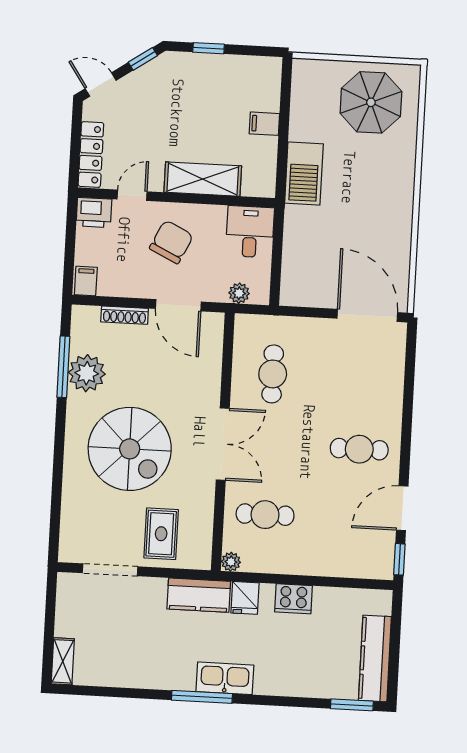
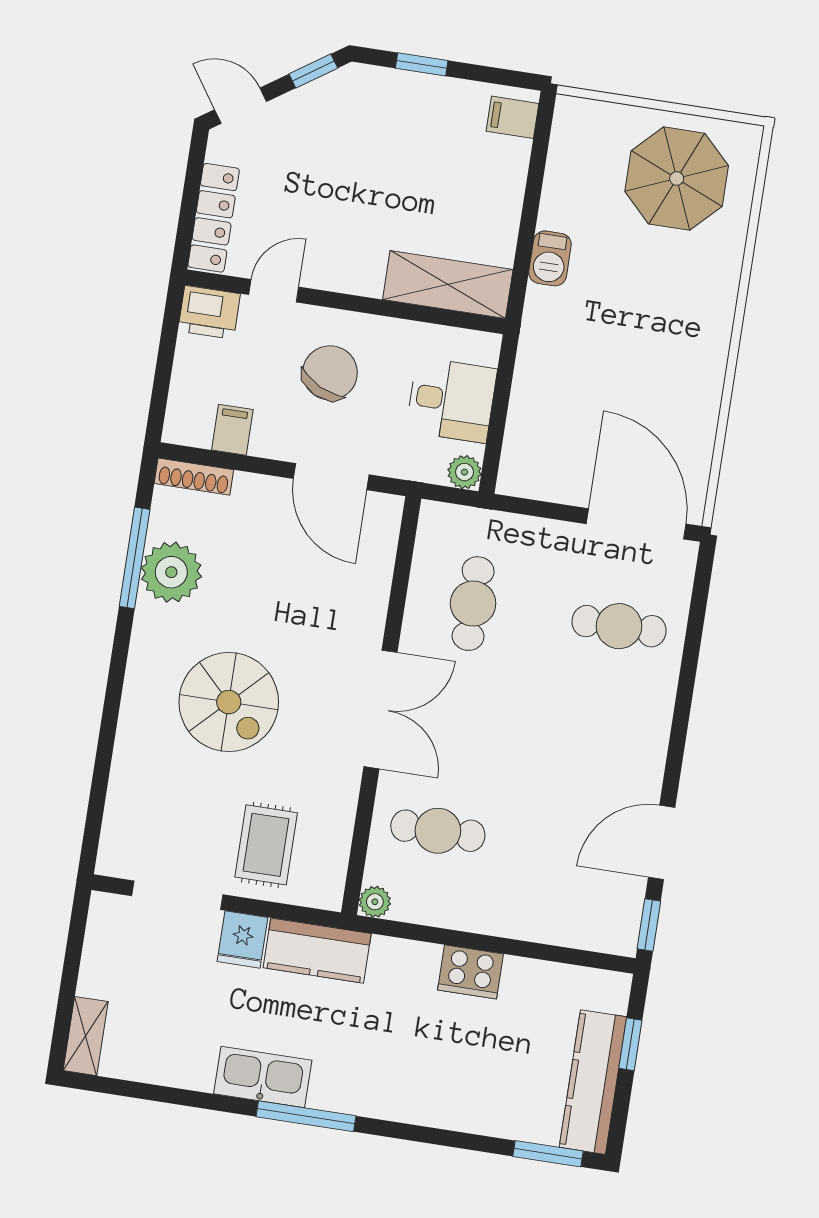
filing cabinet: (264, 124) -> (512, 117), moved
barbecue: (304, 174) -> (550, 258), width x0.53, depth x0.65
shelving: (203, 179) -> (448, 285), moved
desk: (250, 232) -> (451, 400), moved, turned 90
filing cabinet: (86, 281) -> (232, 430), moved
plant: (239, 293) -> (464, 472), moved
shoe rack: (125, 315) -> (194, 477), moved
spiral stairs: (130, 449) -> (229, 702), width x0.73, depth x0.73
cafe table: (359, 449) -> (619, 626), moved
fridge: (245, 598) -> (242, 940), moved
window: (395, 633) -> (630, 1044), added
kitchen sink: (225, 678) -> (263, 1077), moved

